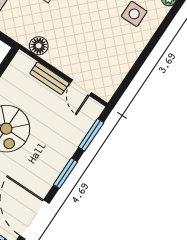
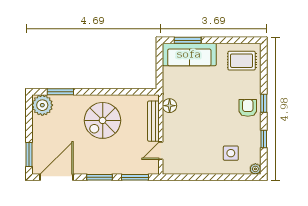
bench: (49, 78) -> (153, 121), width x1.36

